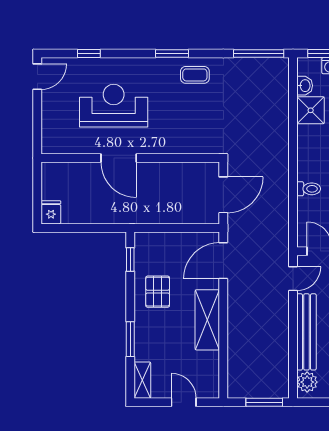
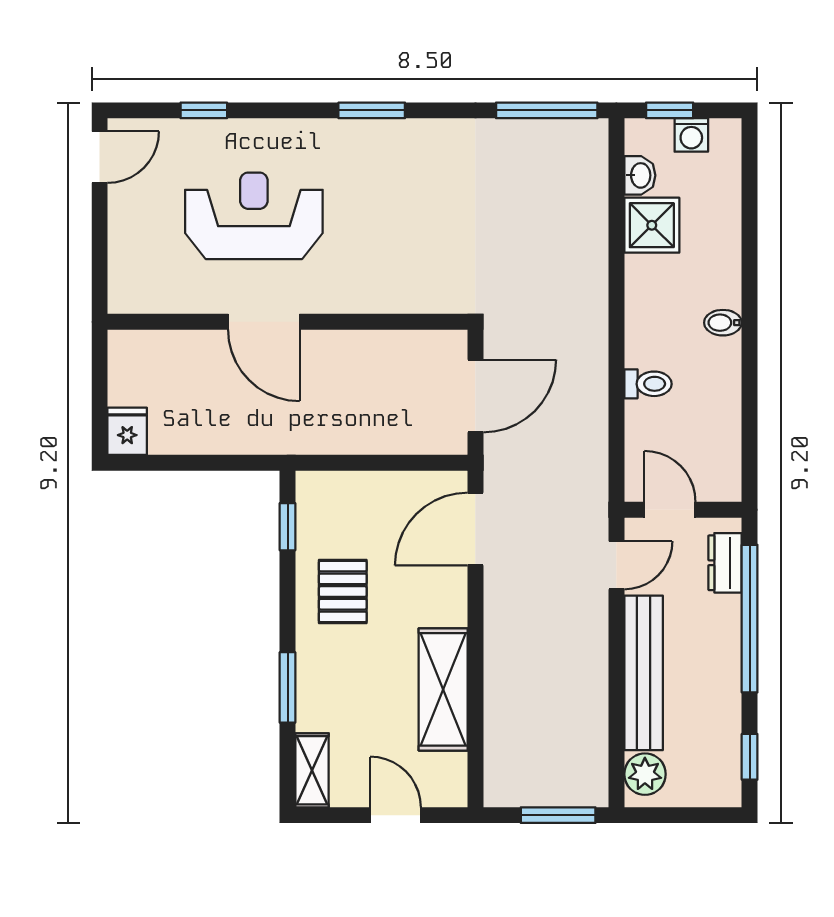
coffee table: (195, 75) -> (418, 154), removed
shelving: (207, 320) -> (443, 689), moved

